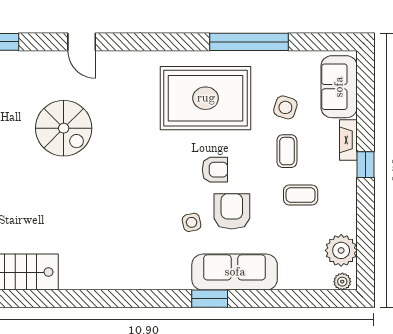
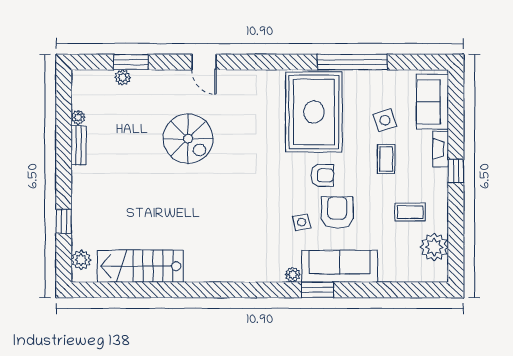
rug: (206, 98) -> (314, 112), turned 90
side table: (285, 107) -> (385, 120), turned -37
coffee table: (301, 195) -> (410, 212), moved
plant: (342, 282) -> (293, 275), moved

